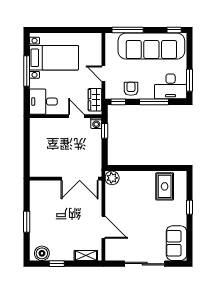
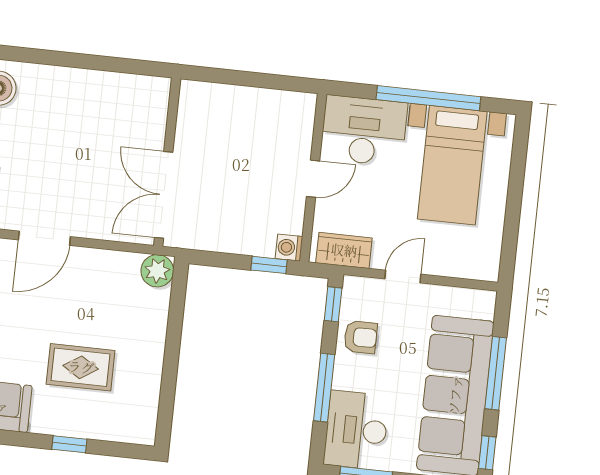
window: (128, 30) -> (496, 373), moved
window: (27, 71) -> (428, 98), width x1.46
desk: (43, 102) -> (364, 131), width x1.37
door: (76, 116) -> (313, 179), moved
rug: (165, 186) -> (81, 367), moved
window: (27, 222) -> (76, 60), removed

